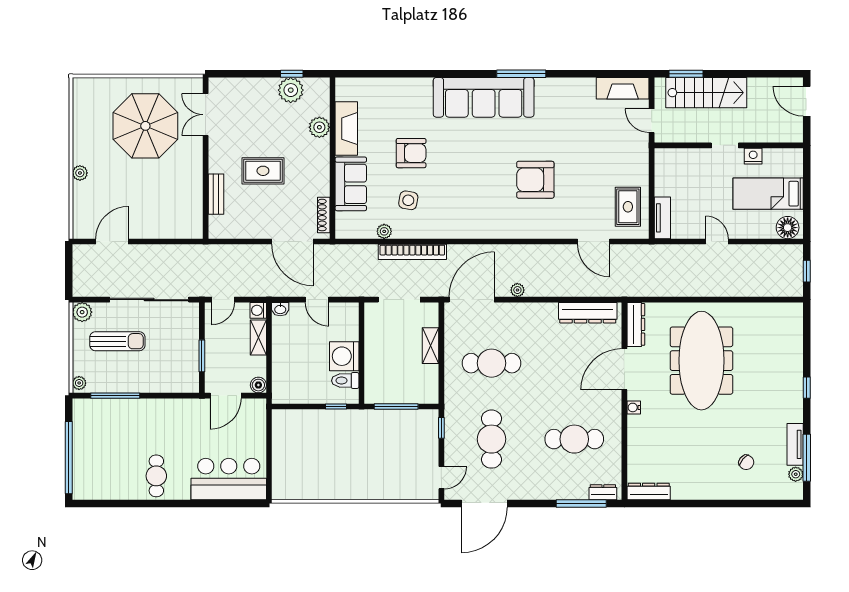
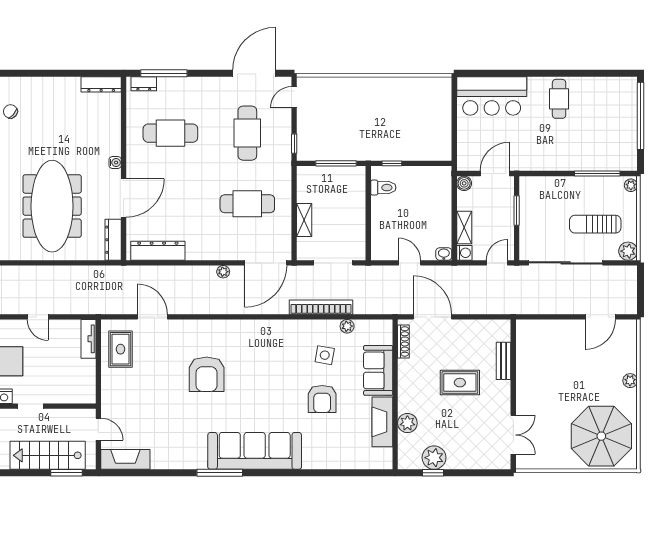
parasol: (145, 126) -> (601, 436), moved
armchair: (411, 153) -> (322, 399), turned -90
armchair: (535, 180) -> (207, 374), turned 90
washing machine: (344, 356) -> (384, 210), removed

